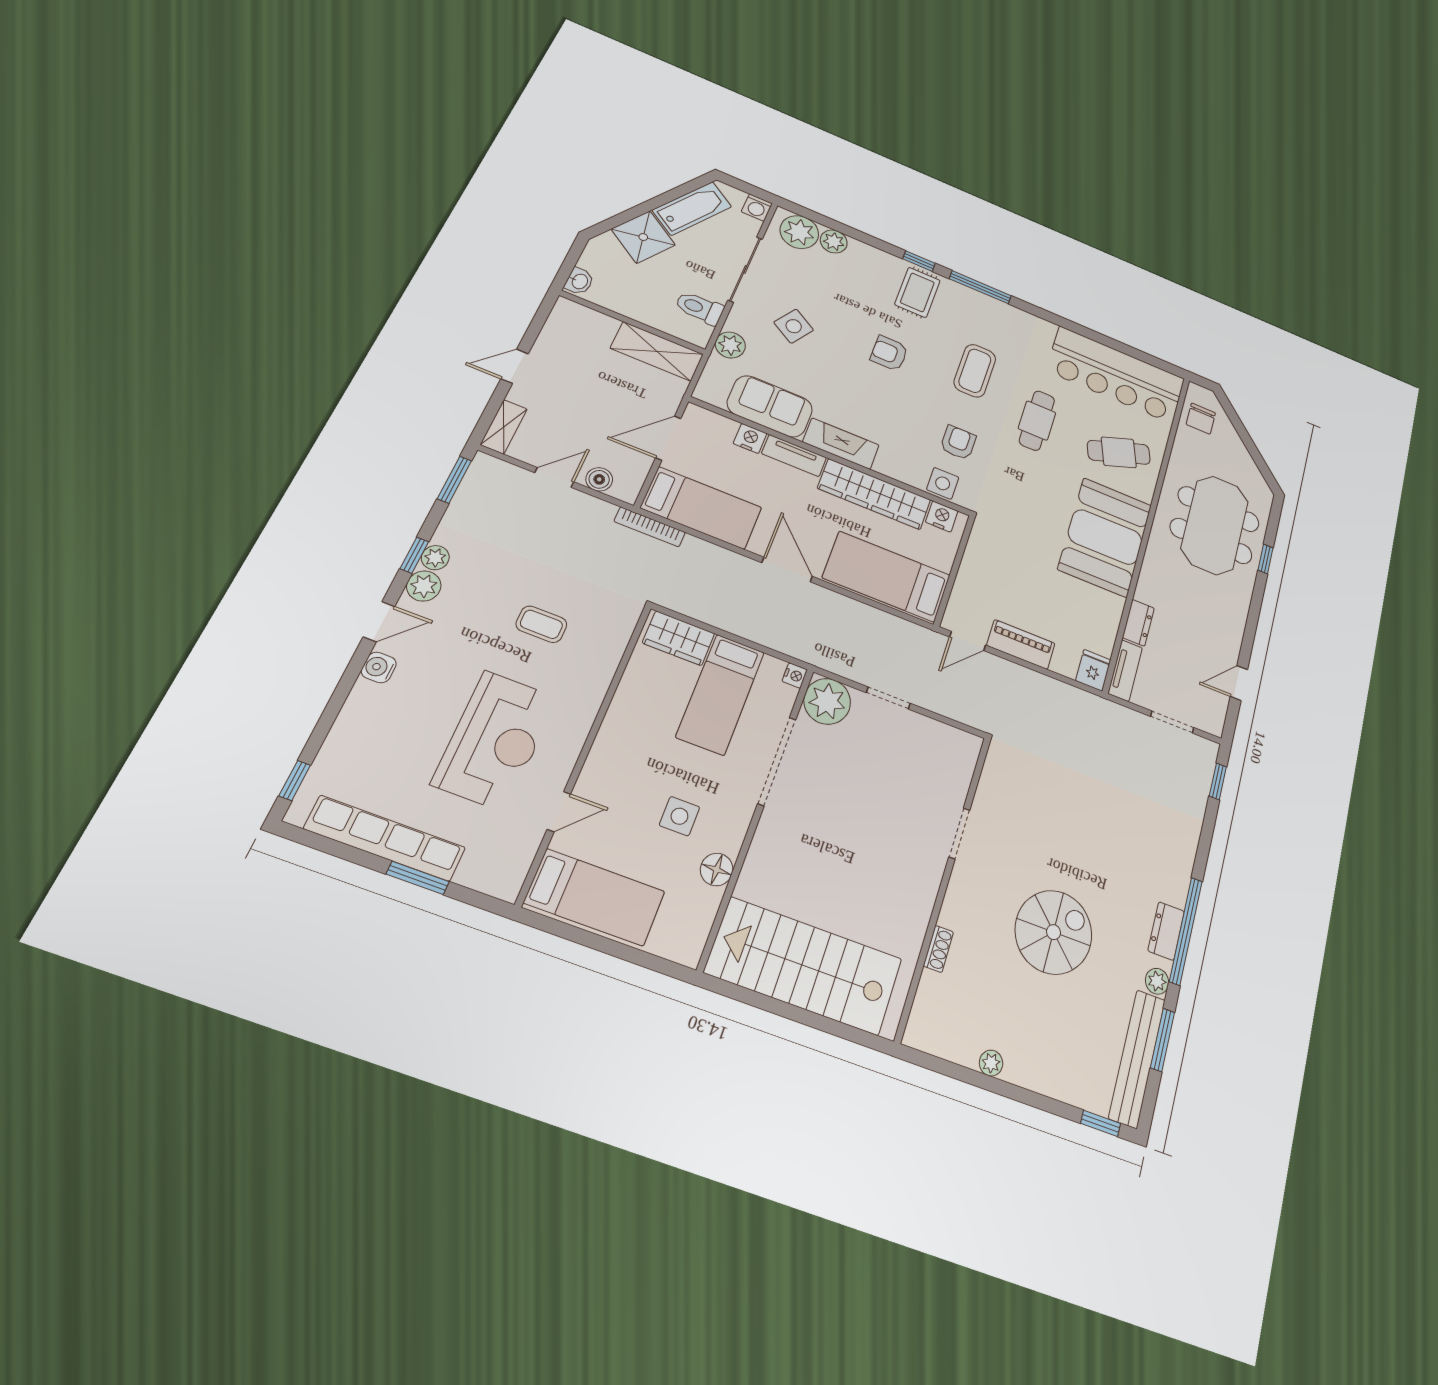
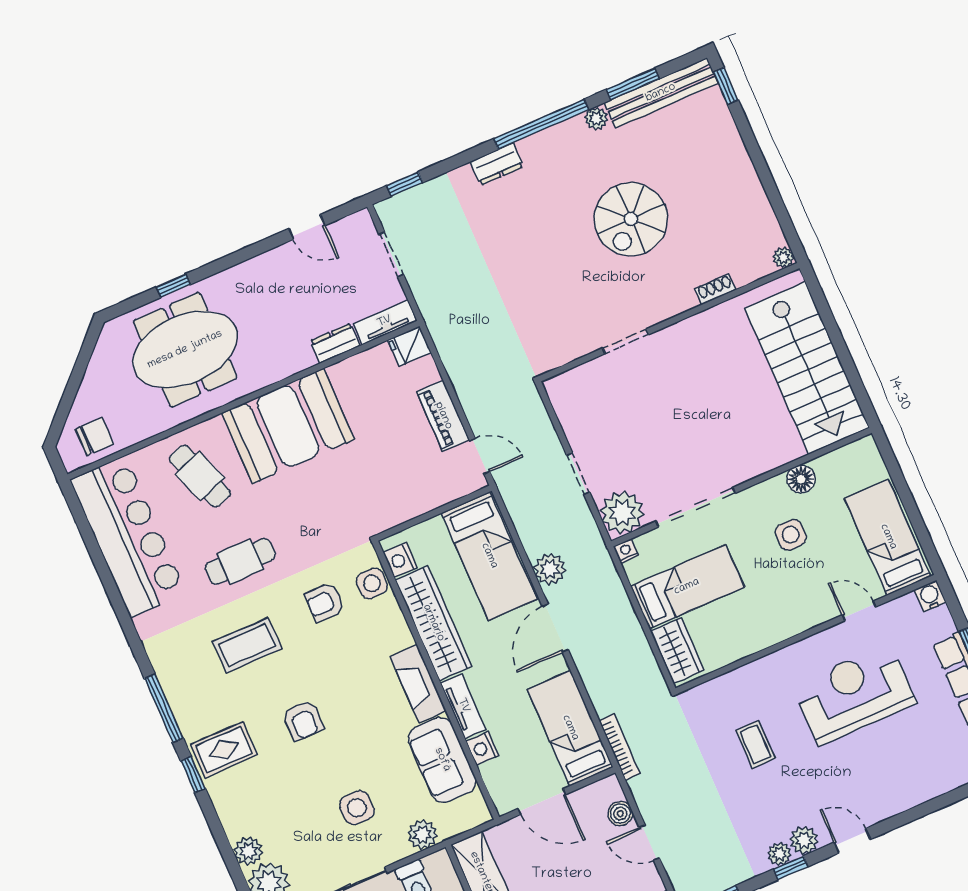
side table: (794, 326) -> (357, 808), turned -32
plant: (835, 608) -> (550, 569), added
water cooler: (379, 667) -> (930, 596), moved, turned 180
dresser: (1166, 931) -> (497, 164), moved
spiral stairs: (1054, 932) -> (631, 219), turned -90
plant: (991, 1063) -> (783, 257), moved

